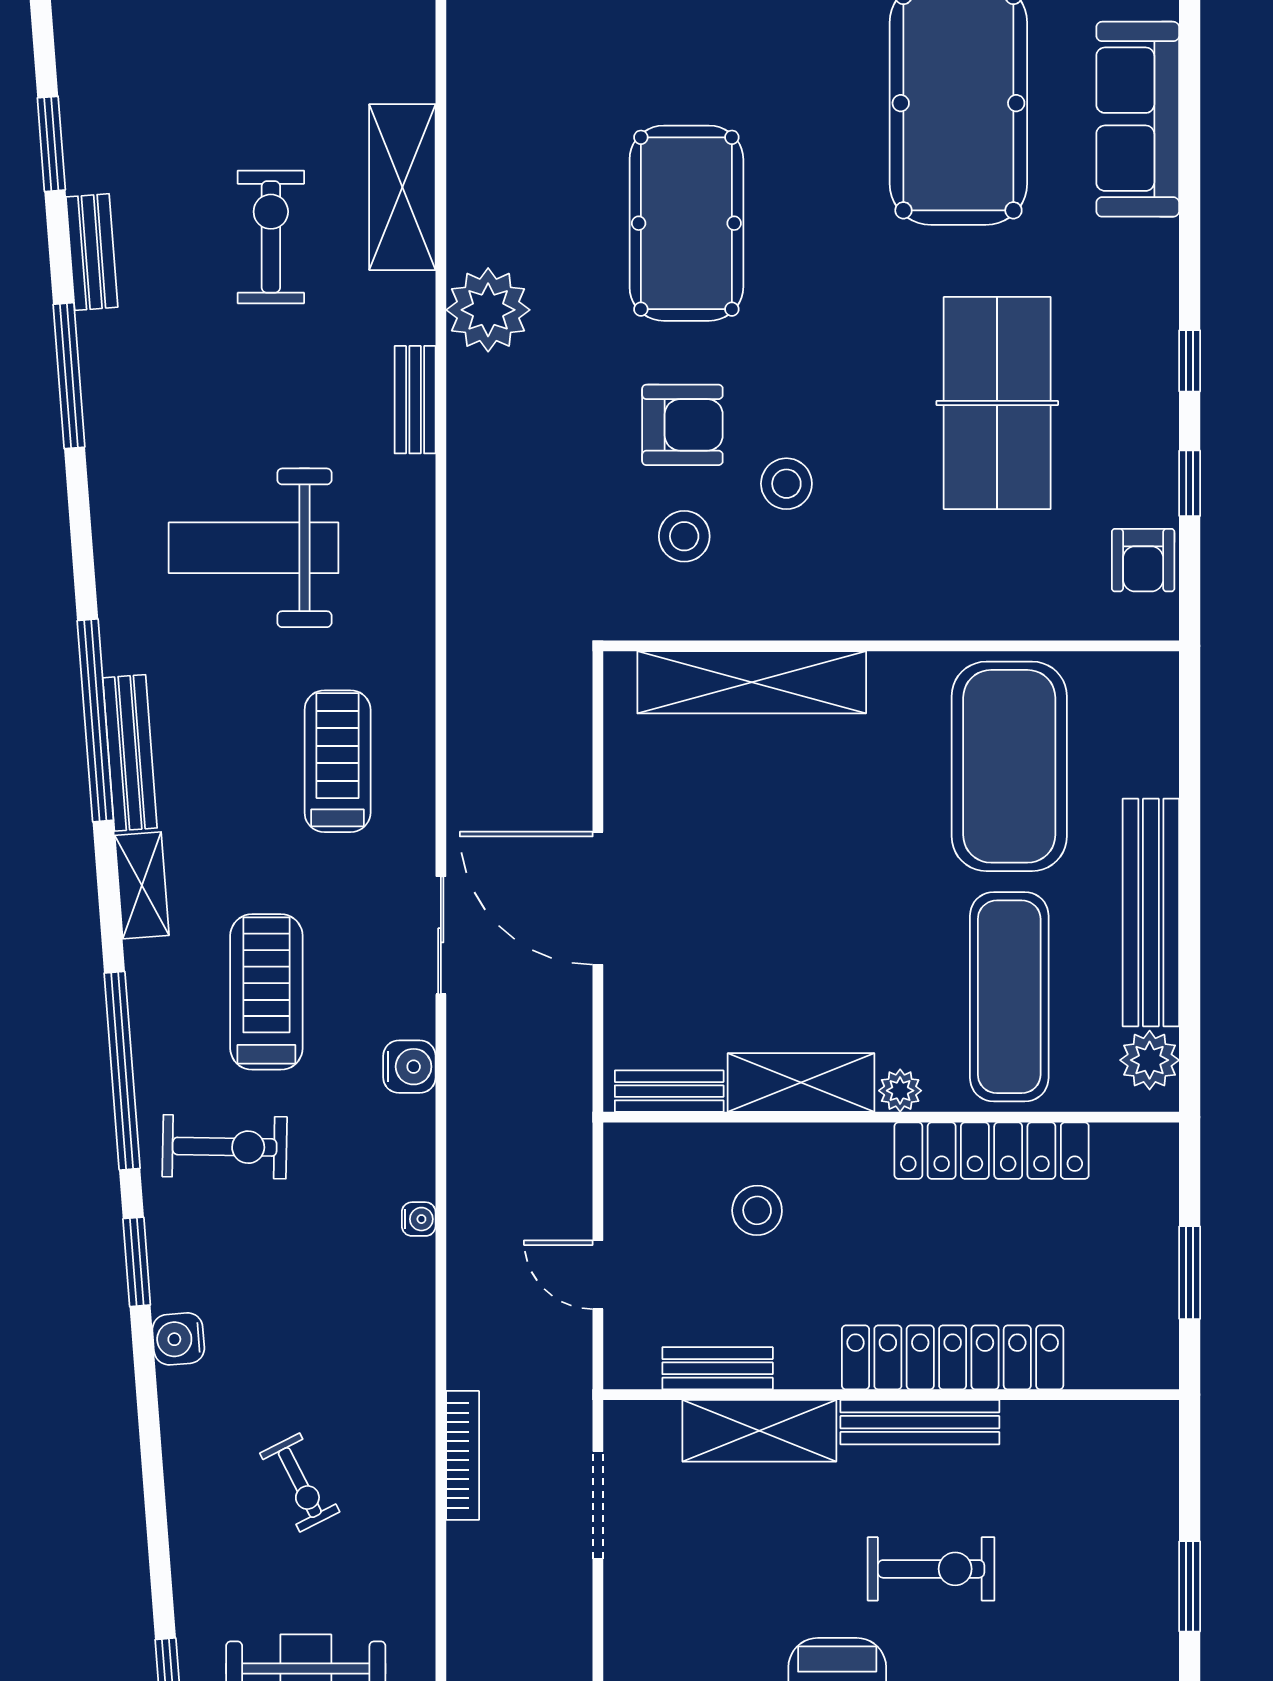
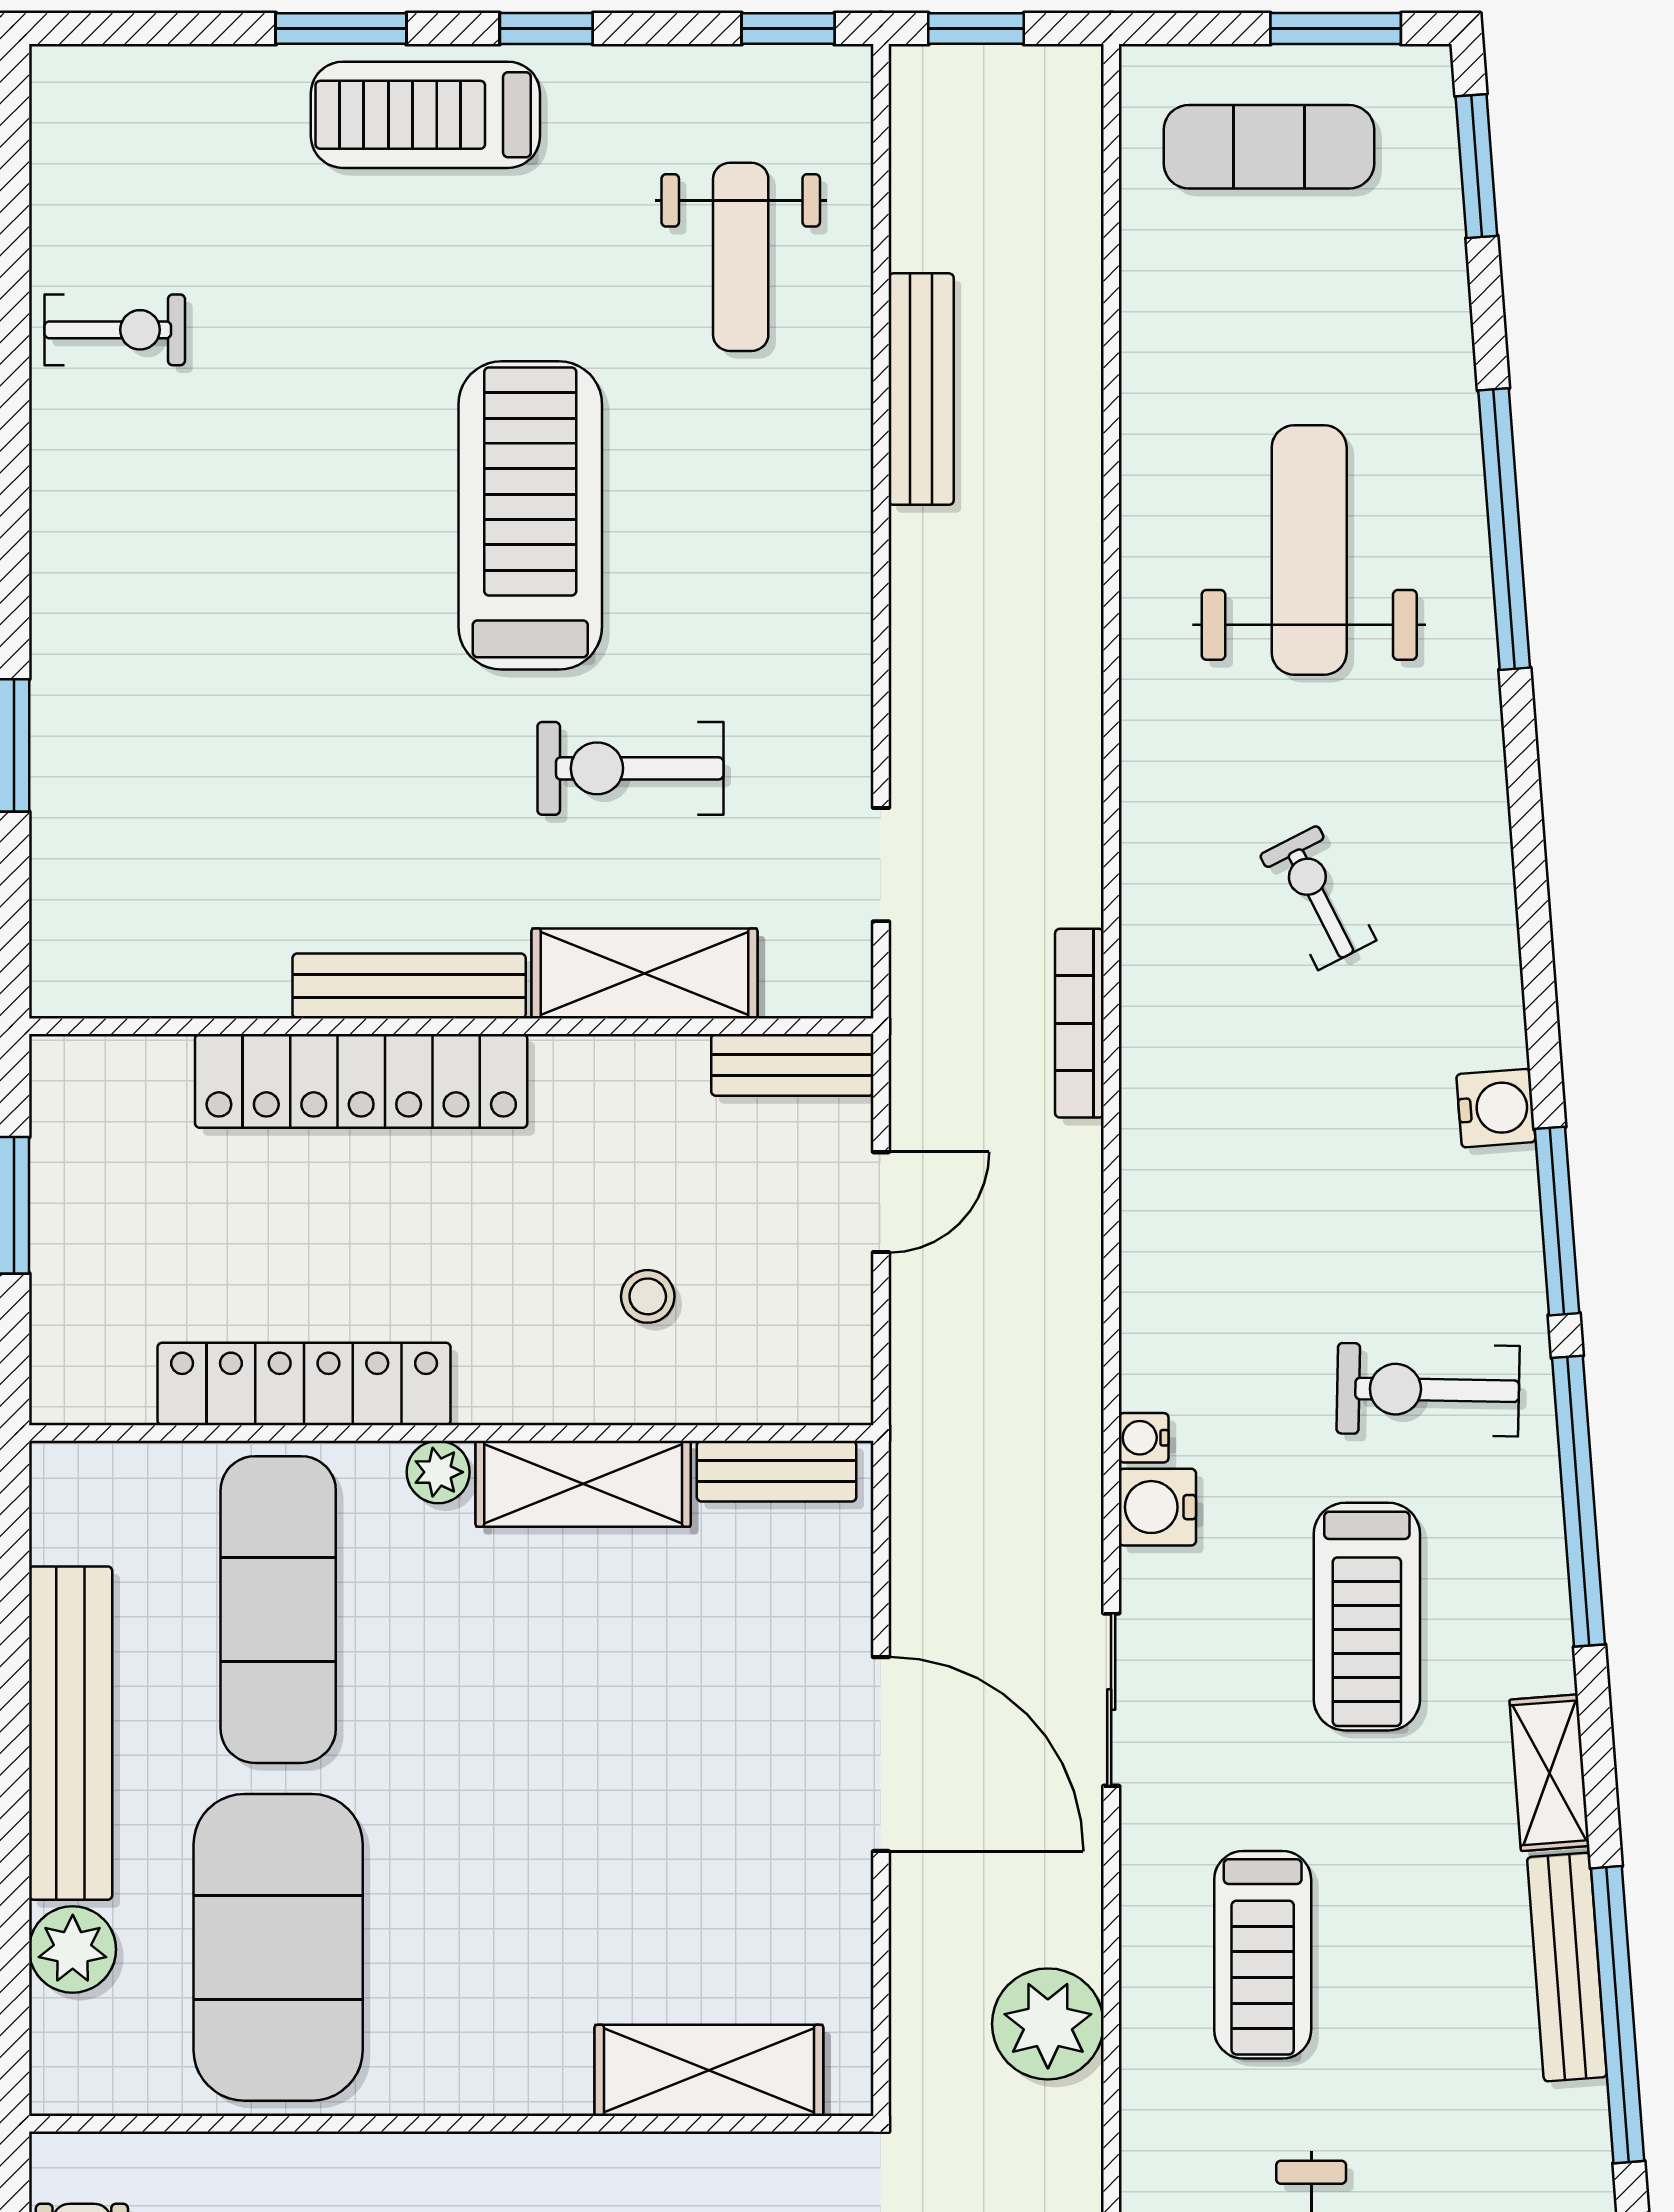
shelving: (752, 682) -> (709, 2070), width x0.68
plant: (484, 714) -> (1048, 2024), added
plant: (1150, 1060) -> (73, 1949), moved
stool: (757, 1210) -> (648, 1296), width x0.73, depth x0.73
water cooler: (419, 1219) -> (1144, 1438), moved
window: (137, 1262) -> (1557, 1221), width x1.44
door: (598, 1275) -> (881, 1202), hinge flipped
bench: (718, 1368) -> (792, 1065), moved
bookcase: (463, 1455) -> (1079, 1023), moved
doorway: (598, 1505) -> (881, 865), width x0.73
exercise bike: (931, 1569) -> (630, 768), moved

